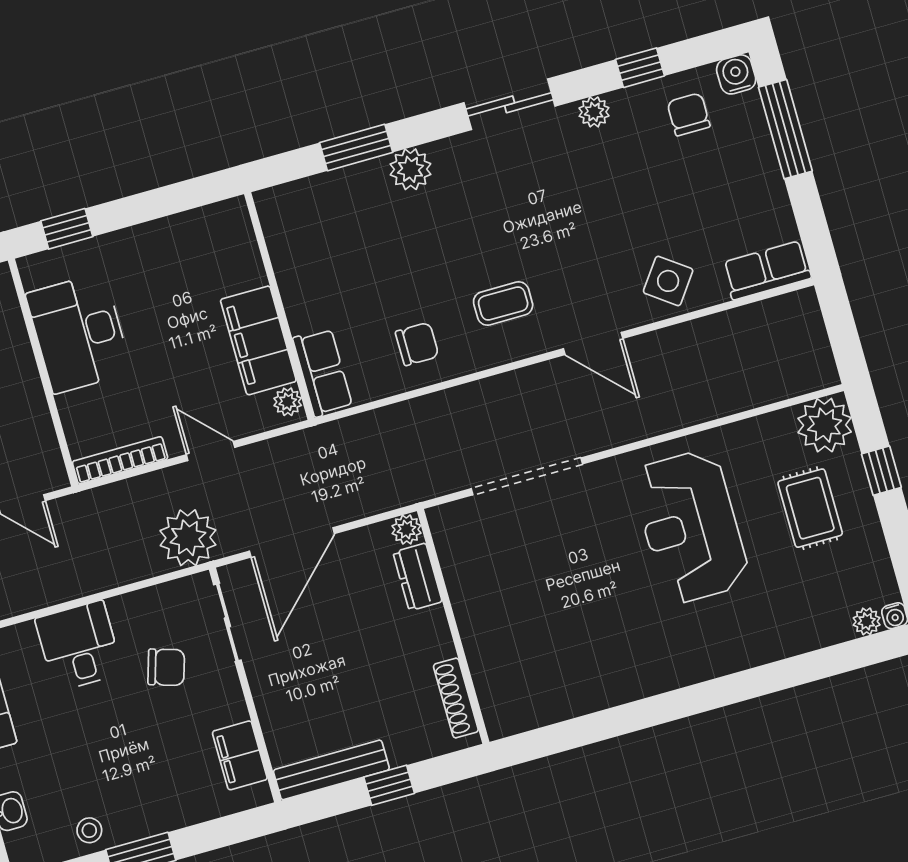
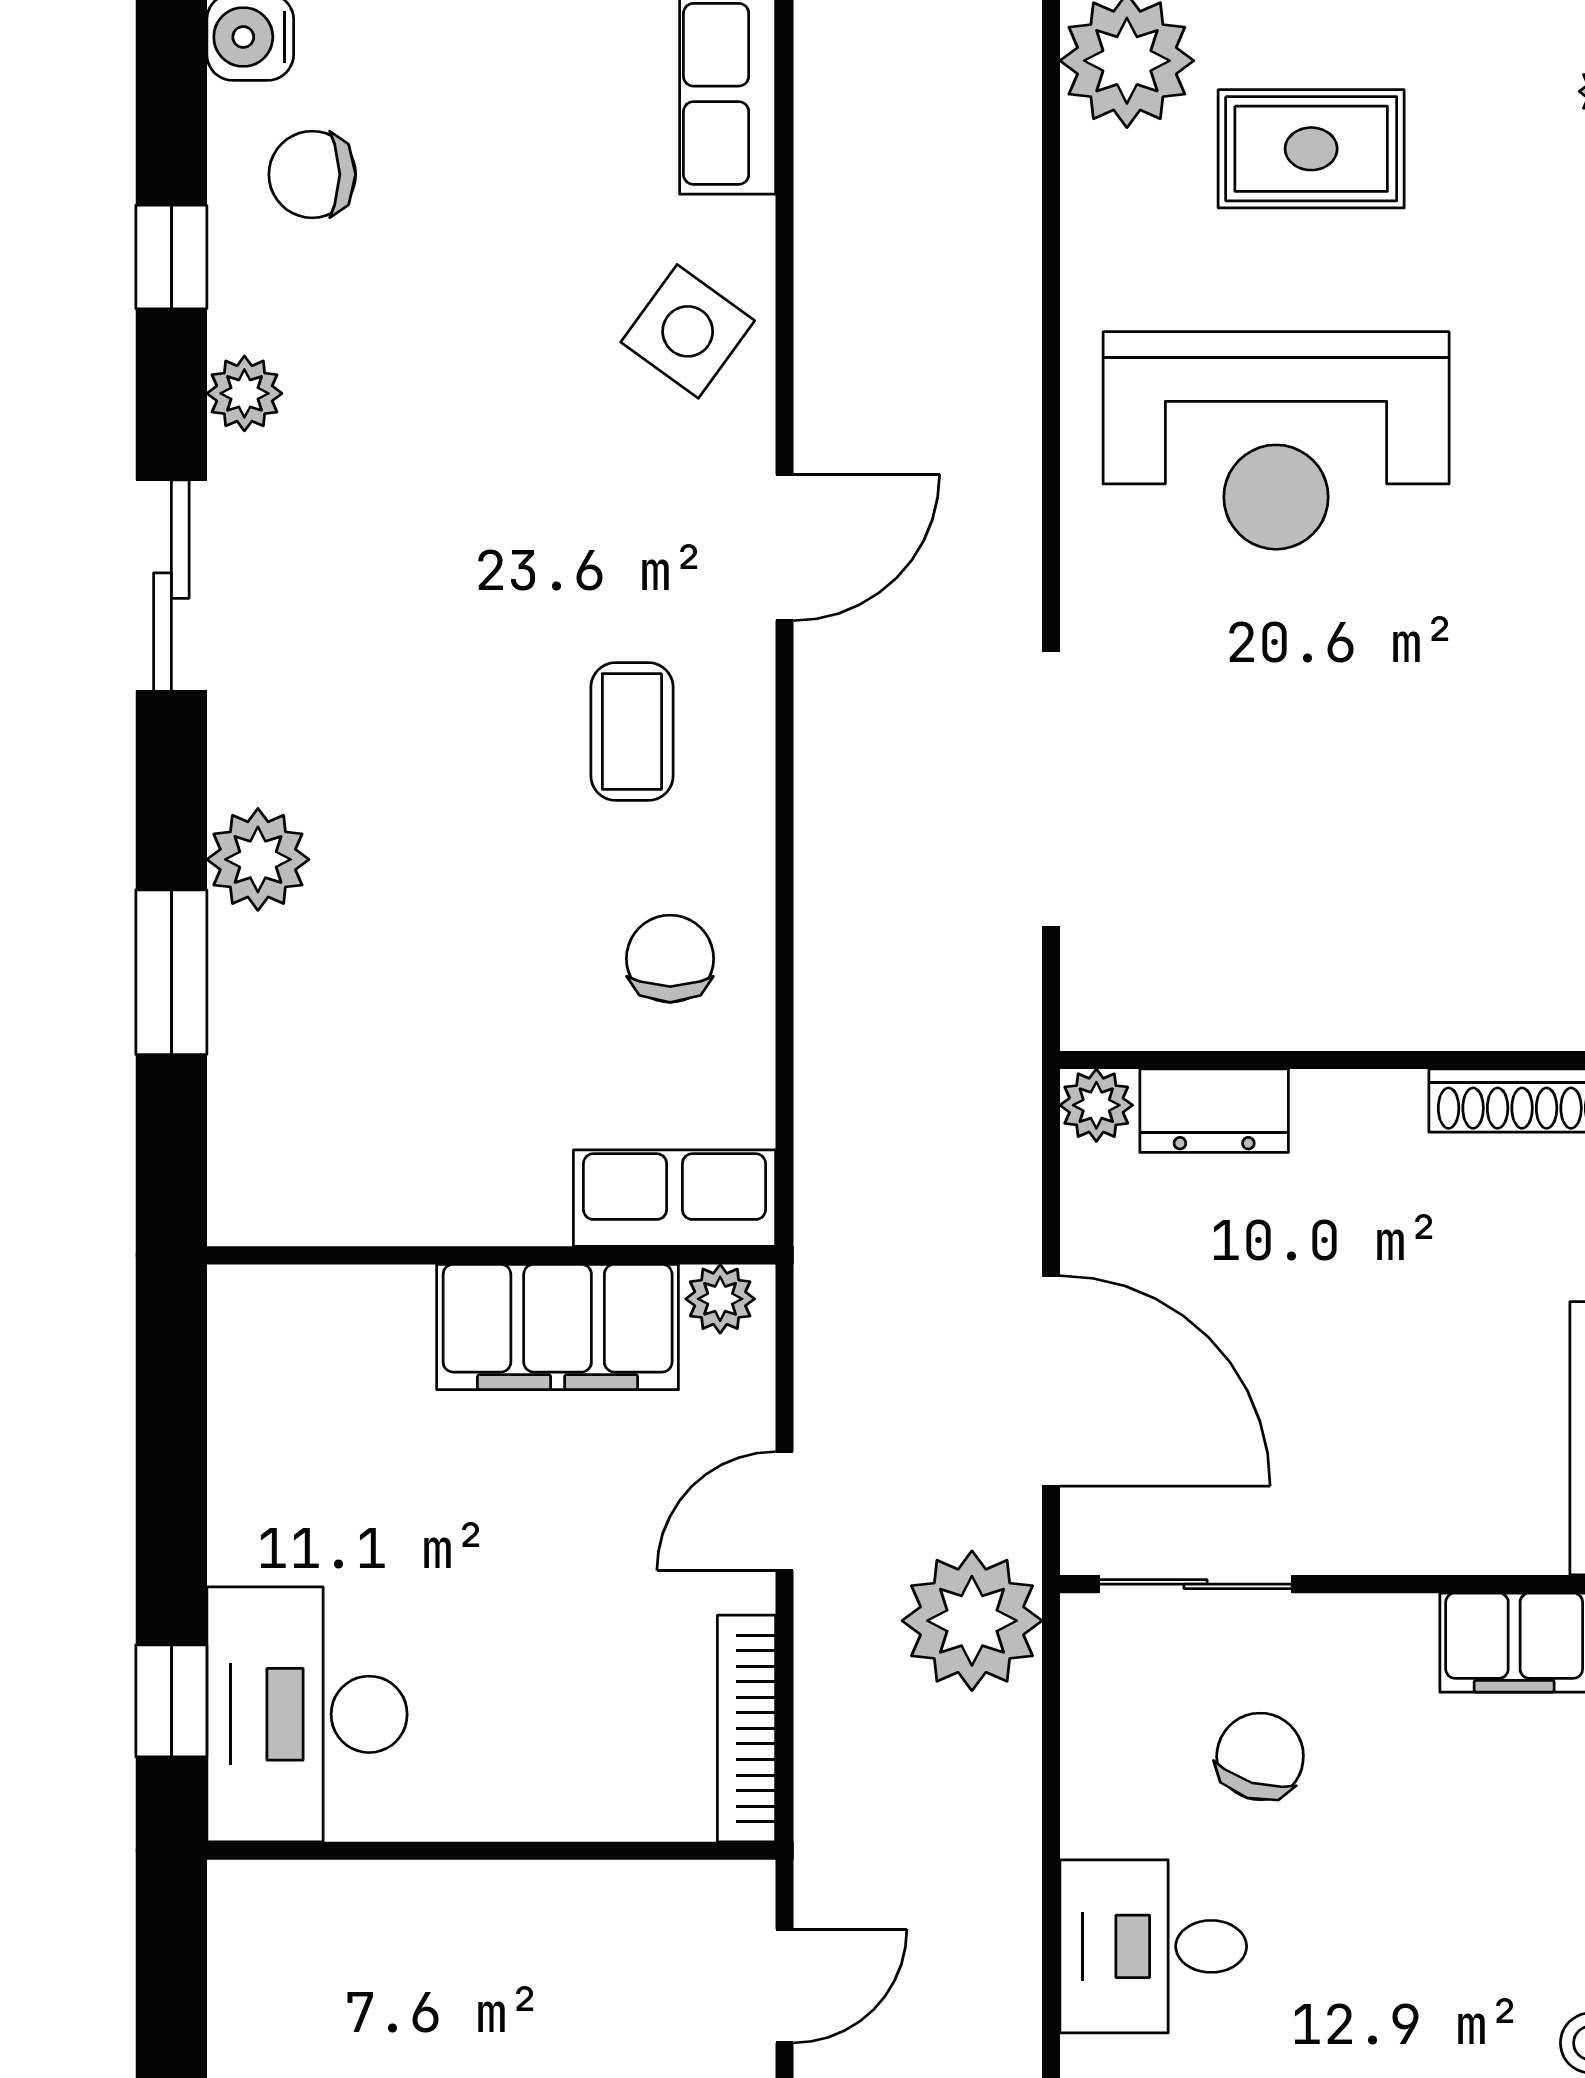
desk: (79, 333) -> (307, 1714), moved, turned 90

